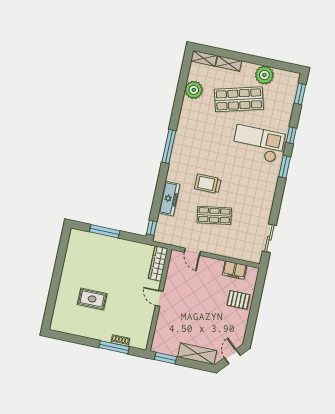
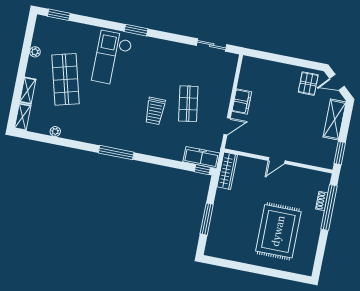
plant: (264, 75) -> (35, 52), width x0.53, depth x0.53
plant: (194, 90) -> (55, 132), width x0.53, depth x0.53
window: (291, 135) -> (103, 23), removed
freezer: (169, 199) -> (201, 157), moved
wardrobe: (158, 264) -> (227, 171), moved, turned -90
filing cabinet: (235, 270) -> (242, 102), moved
rug: (92, 299) -> (278, 231), width x1.86, depth x2.06
pallet: (238, 300) -> (308, 84), moved
window: (114, 347) -> (329, 208), width x1.46

